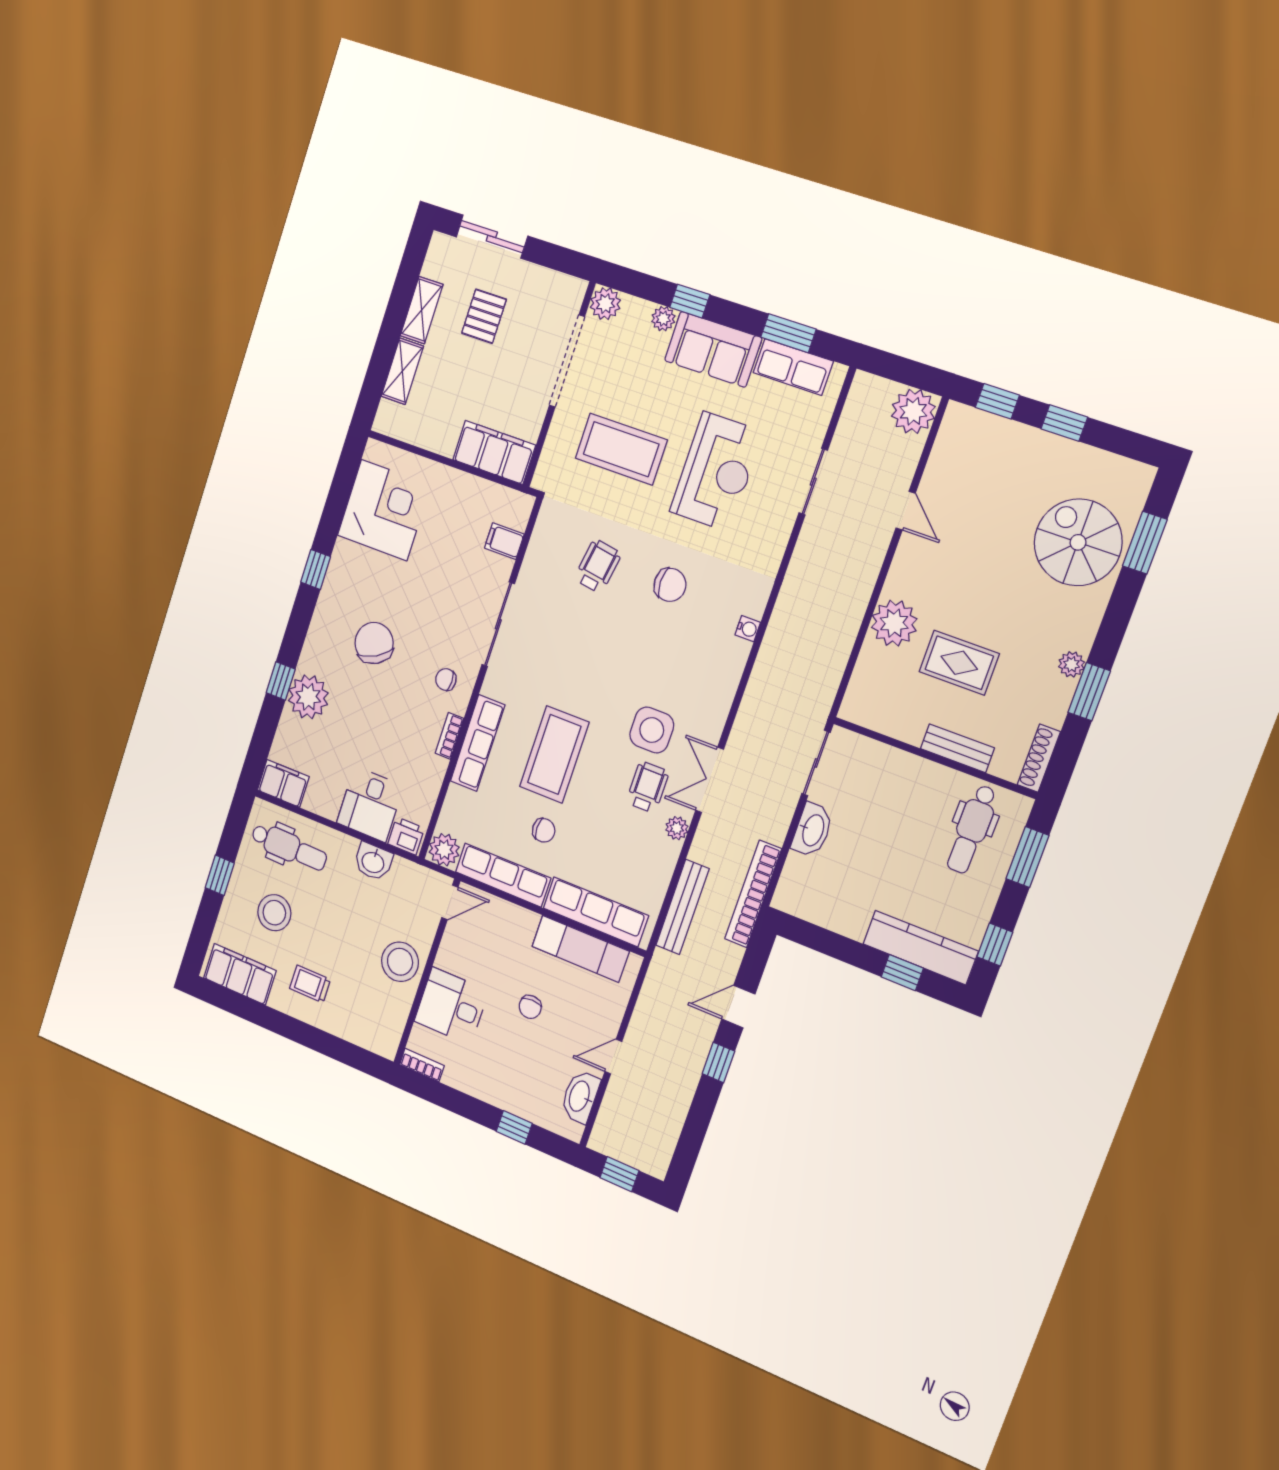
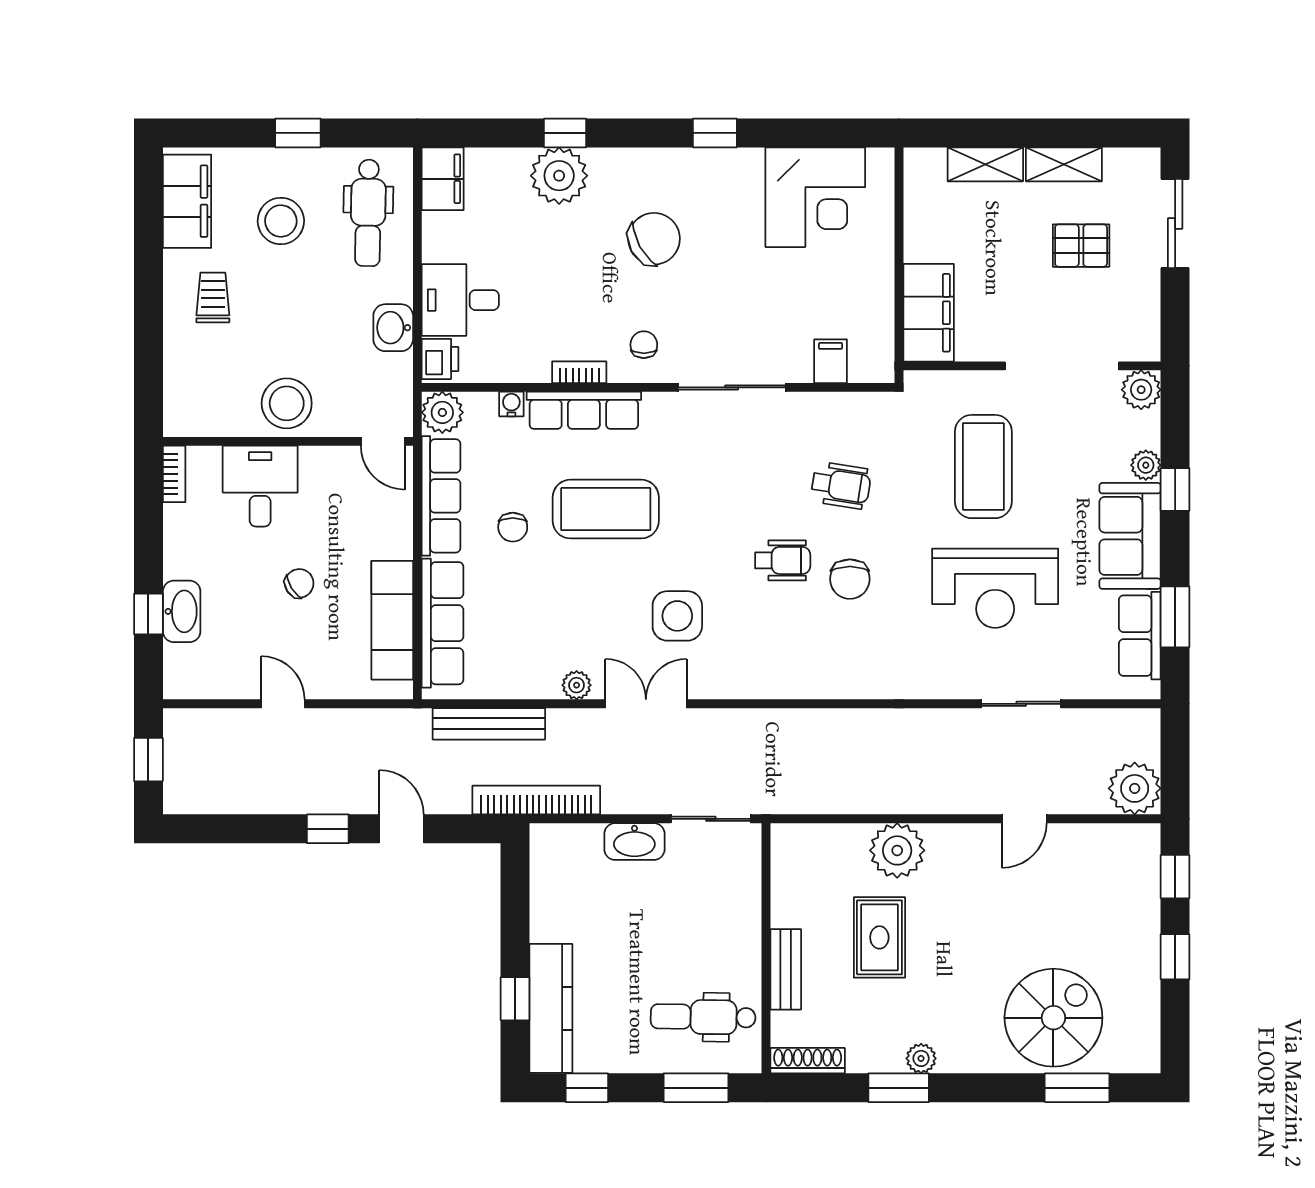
water cooler: (748, 629) -> (511, 404), moved, turned 180
wheelchair: (648, 787) -> (783, 560), moved
chair: (530, 1007) -> (299, 583), turned 148
washbasin: (580, 1097) -> (182, 611), moved, turned 90

